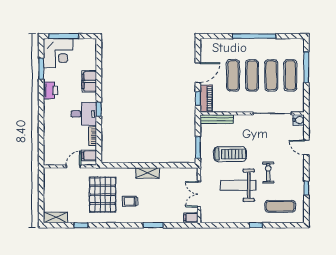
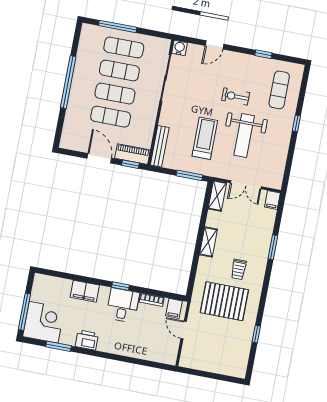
shelving: (55, 218) -> (217, 196), moved

